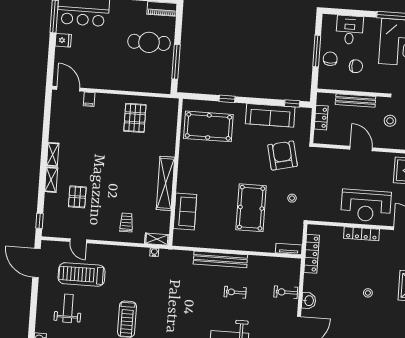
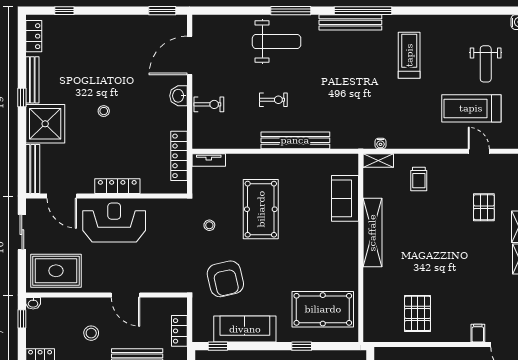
treadmill: (82, 274) -> (471, 108), turned 180

